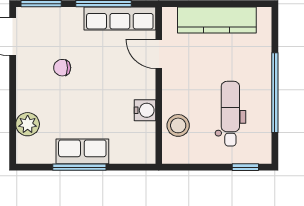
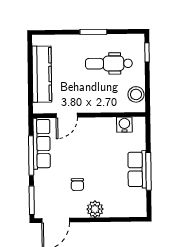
window: (275, 93) -> (93, 32), width x0.47
water cooler: (145, 110) -> (124, 125), moved
plant: (28, 124) -> (95, 209), moved
stool: (178, 125) -> (136, 94), moved

